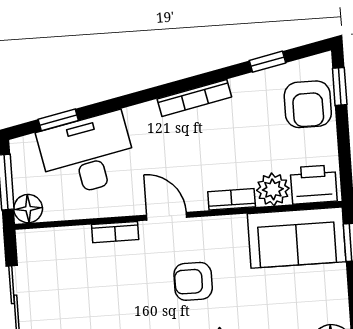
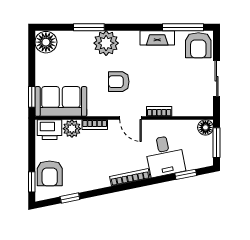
bookcase: (194, 98) -> (130, 177), moved
armchair: (308, 104) -> (50, 173), turned 180
desk: (87, 154) -> (165, 156), width x0.73
armchair: (193, 281) -> (119, 82), turned 180

